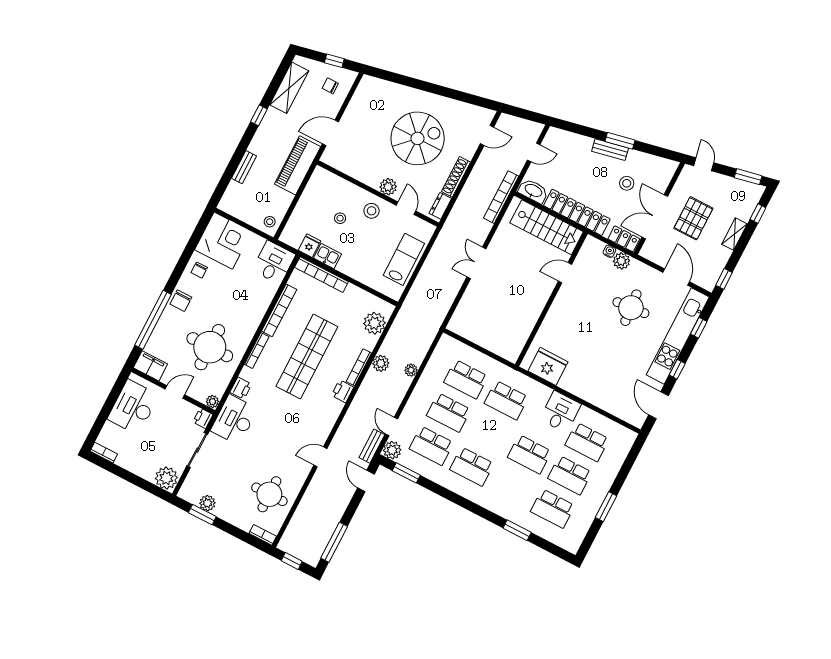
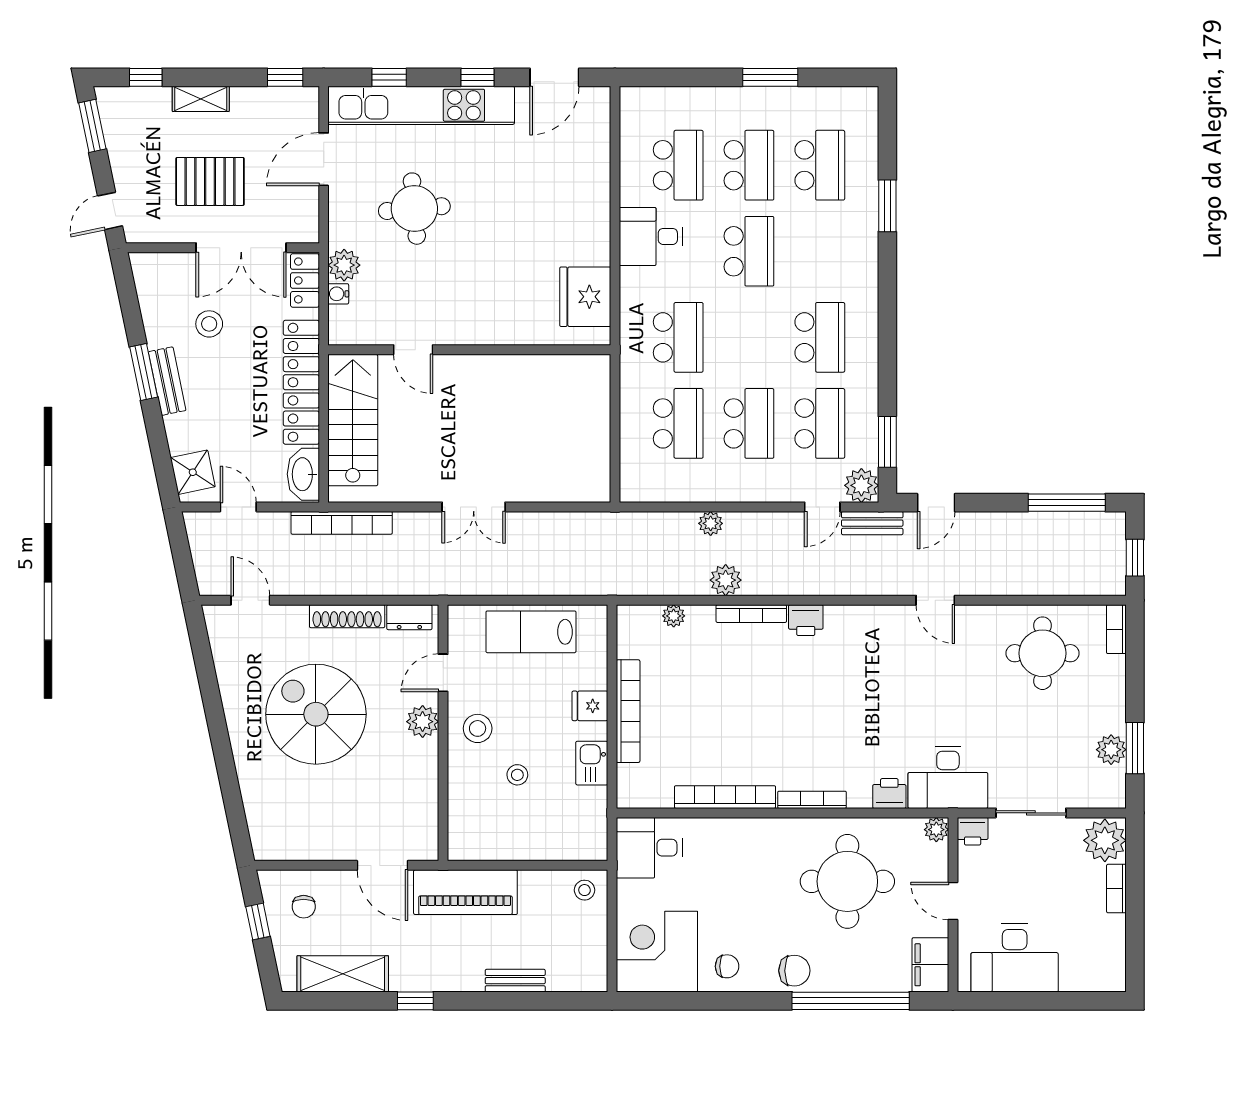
shower: (561, 139) -> (193, 472), added
fridge: (310, 246) -> (590, 706), moved
bookcase: (321, 275) -> (628, 711), moved
plant: (374, 323) -> (674, 616), width x0.53, depth x0.53
shop shelf: (307, 356) -> (778, 710), removed
bookcase: (104, 453) -> (1116, 889), moved

